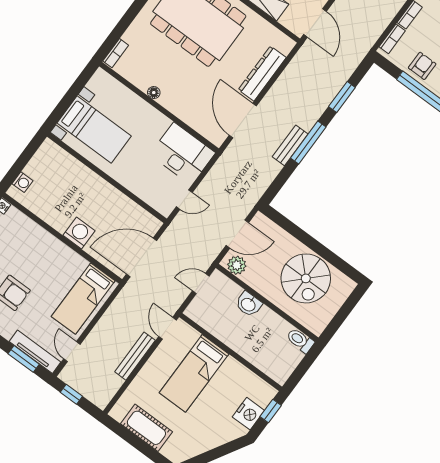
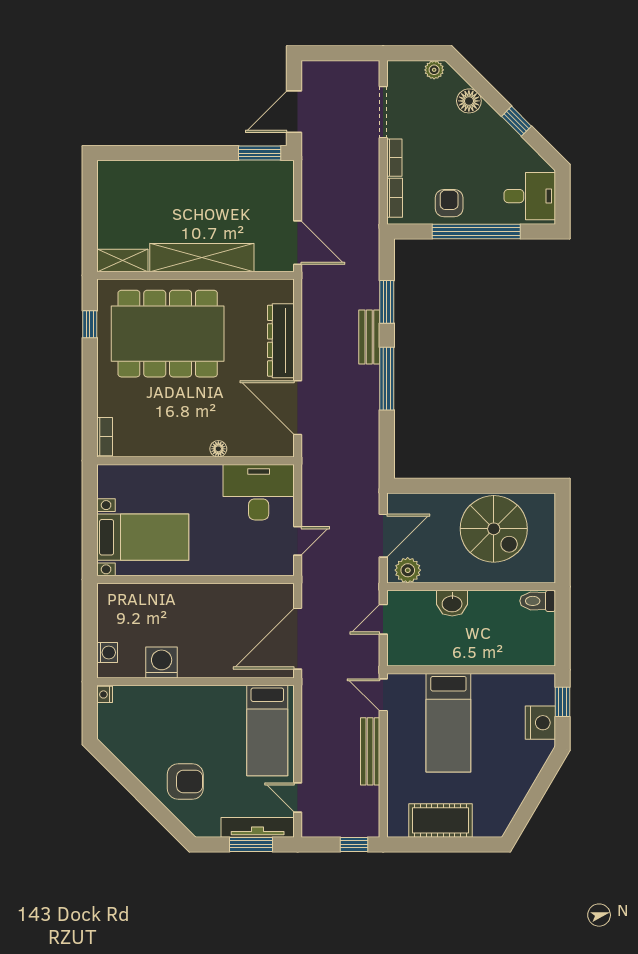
floor lamp: (154, 93) -> (218, 449), moved
bench: (290, 145) -> (369, 337), moved
washing machine: (79, 233) -> (162, 662), moved
window: (71, 394) -> (354, 844), moved

